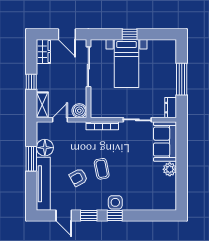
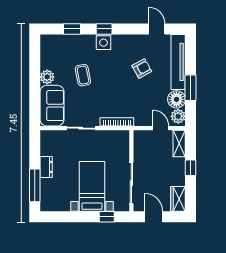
window: (130, 34) -> (107, 217), moved
window: (182, 79) -> (35, 185), moved
dresser: (171, 108) -> (46, 167), moved
boiler: (79, 111) -> (141, 138), removed
door: (60, 120) -> (161, 128), swing flipped
plant: (43, 131) -> (178, 116), added
coffee table: (102, 169) -> (83, 75), moved
window: (89, 216) -> (72, 29), moved

